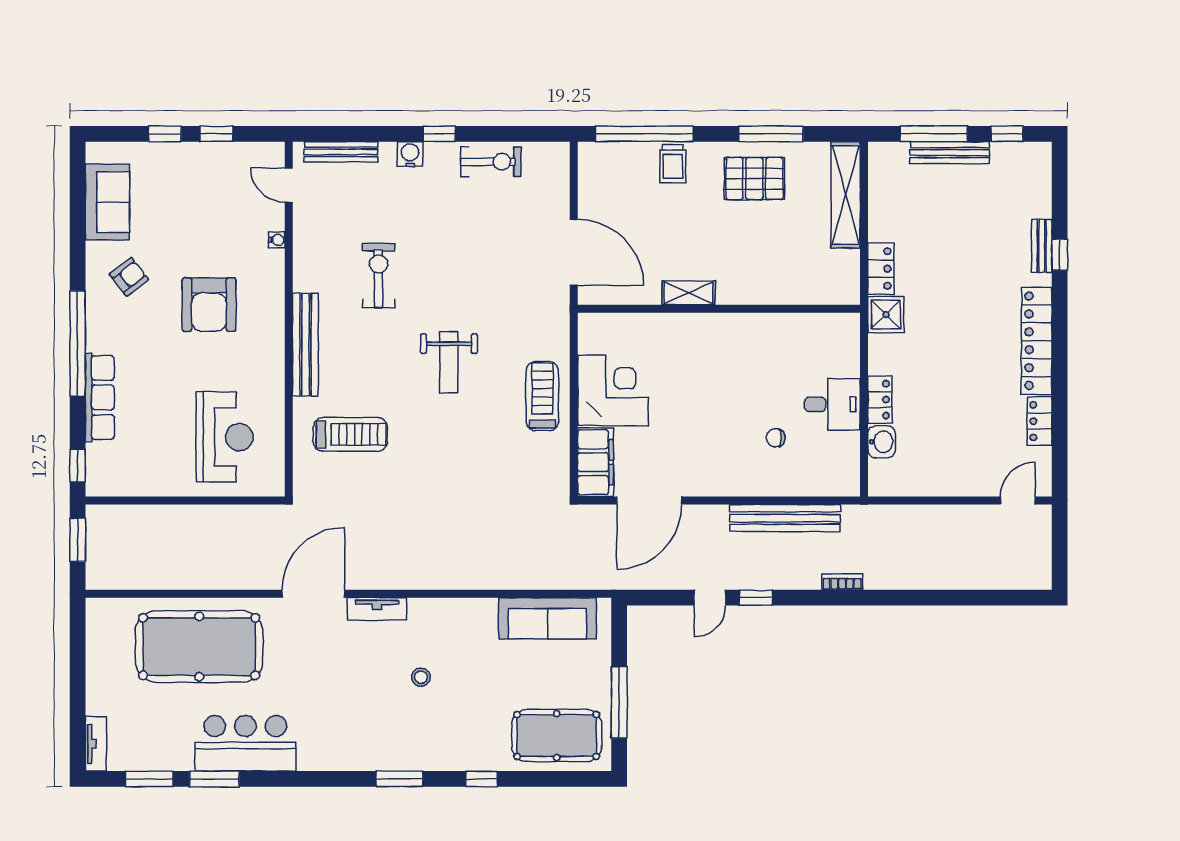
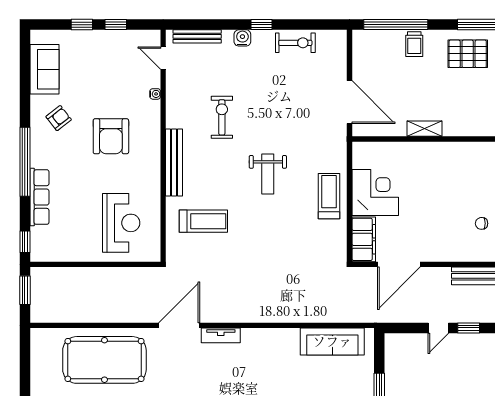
stool: (421, 677) -> (250, 380), removed

